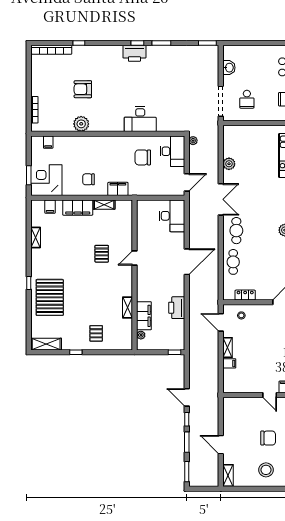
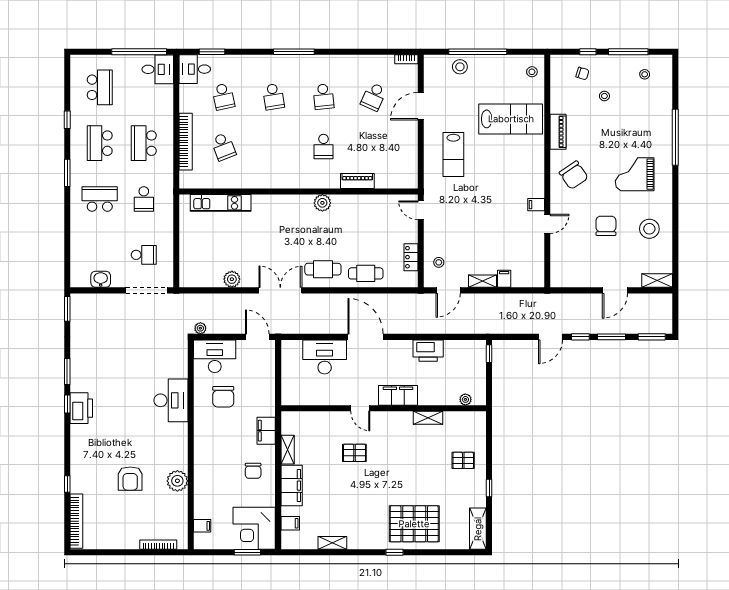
desk: (172, 216) -> (325, 357), moved
filing cabinet: (144, 316) -> (398, 395), moved

